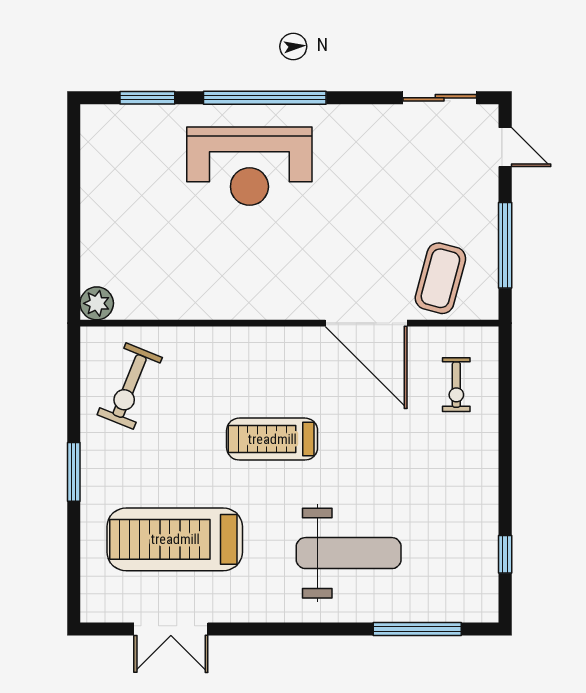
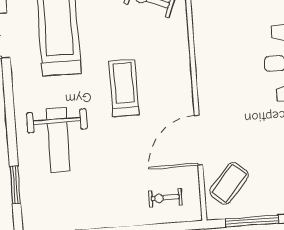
coffee table: (440, 278) -> (229, 183), turned -64
window: (417, 629) -> (15, 185), width x0.69

